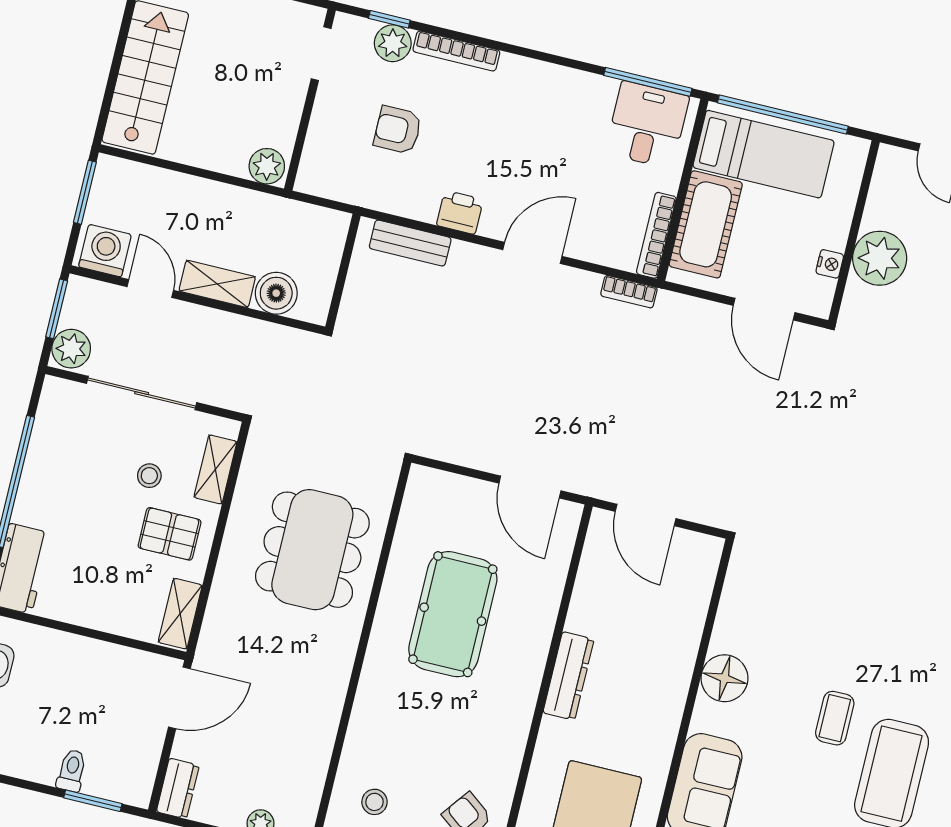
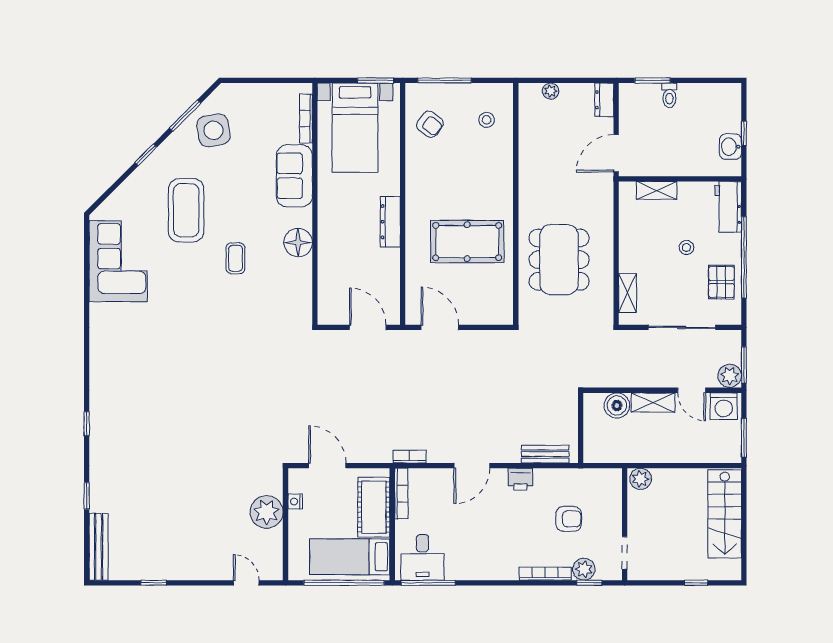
plant: (71, 349) -> (730, 376), moved
stool: (149, 476) -> (686, 247), moved
pallet: (170, 534) -> (721, 282), moved, turned 90
shelving: (180, 614) -> (657, 190), moved, turned 90
pool table: (453, 614) -> (467, 242), turned 90
coffee table: (835, 718) -> (236, 258), moved

